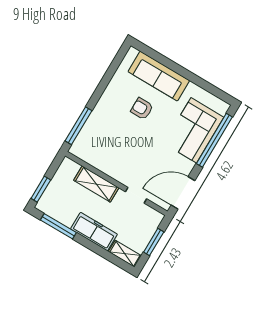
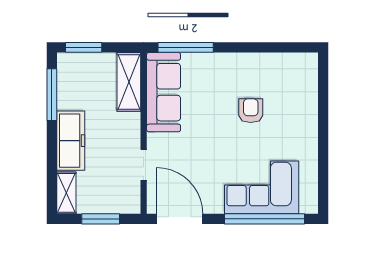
sofa: (159, 76) -> (164, 92), moved, turned 180
shelving: (96, 184) -> (129, 82), moved

